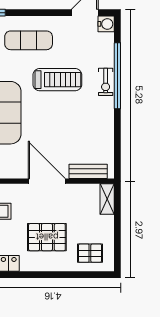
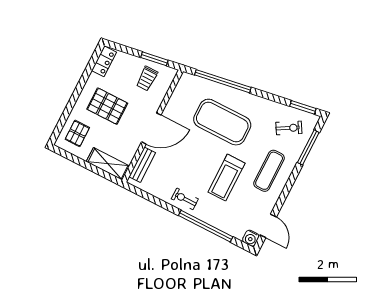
exercise bike: (106, 82) -> (185, 199), moved
shelving: (107, 199) -> (108, 164), width x1.50, depth x1.33
pallet: (47, 237) -> (107, 106), turned 90

